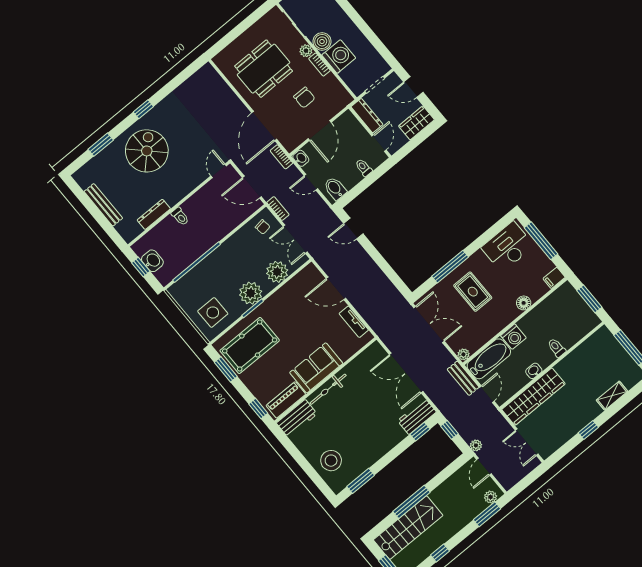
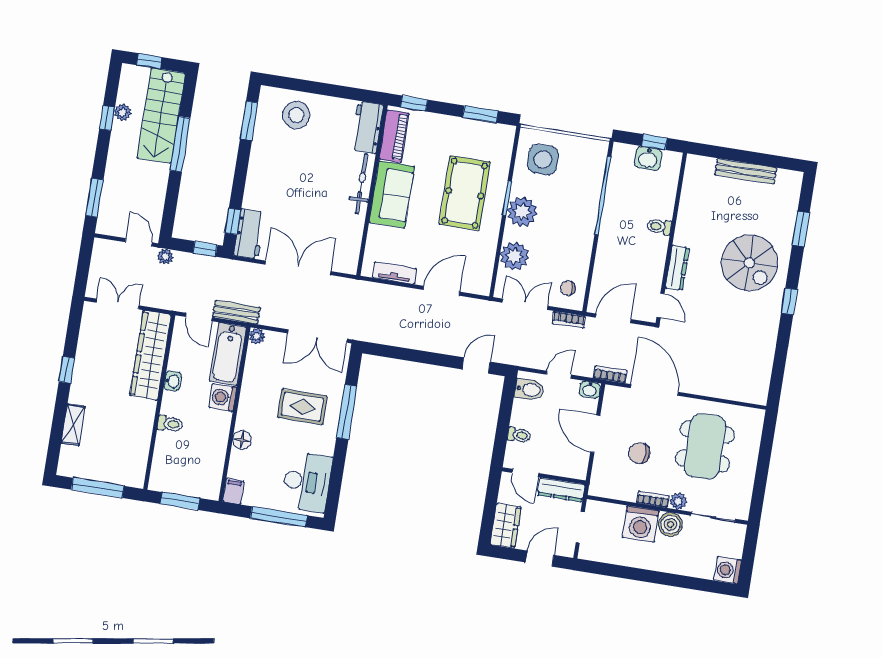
dresser: (154, 214) -> (677, 268), moved
pool table: (250, 345) -> (465, 193), moved
plant: (491, 497) -> (123, 112), moved

